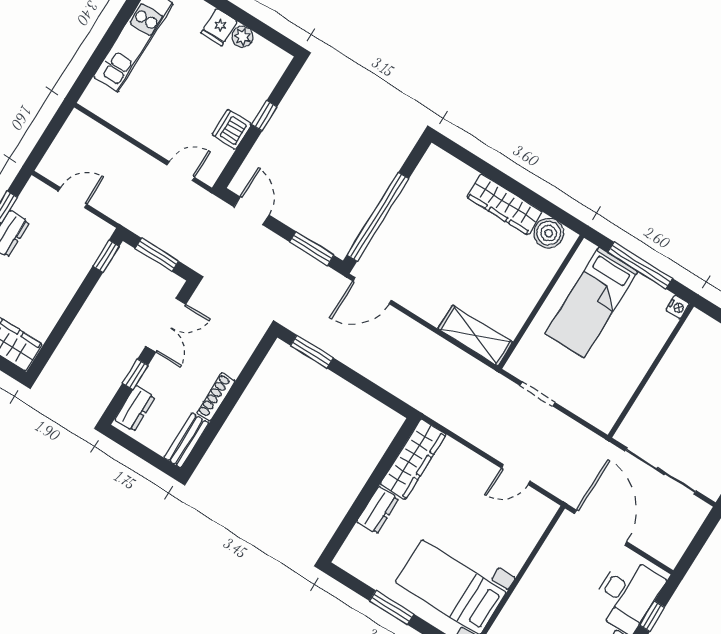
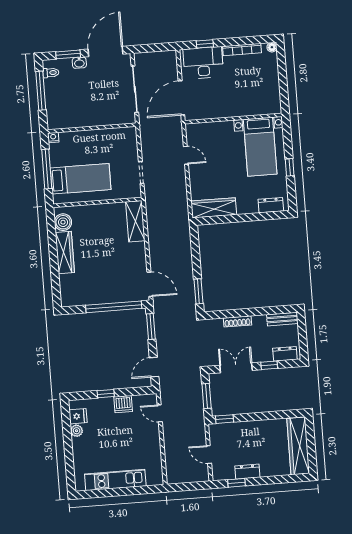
fridge: (219, 27) -> (78, 416), moved
shoe rack: (216, 397) -> (237, 321), moved
dresser: (378, 510) -> (271, 205), moved
window: (392, 607) -> (290, 167), width x0.67

